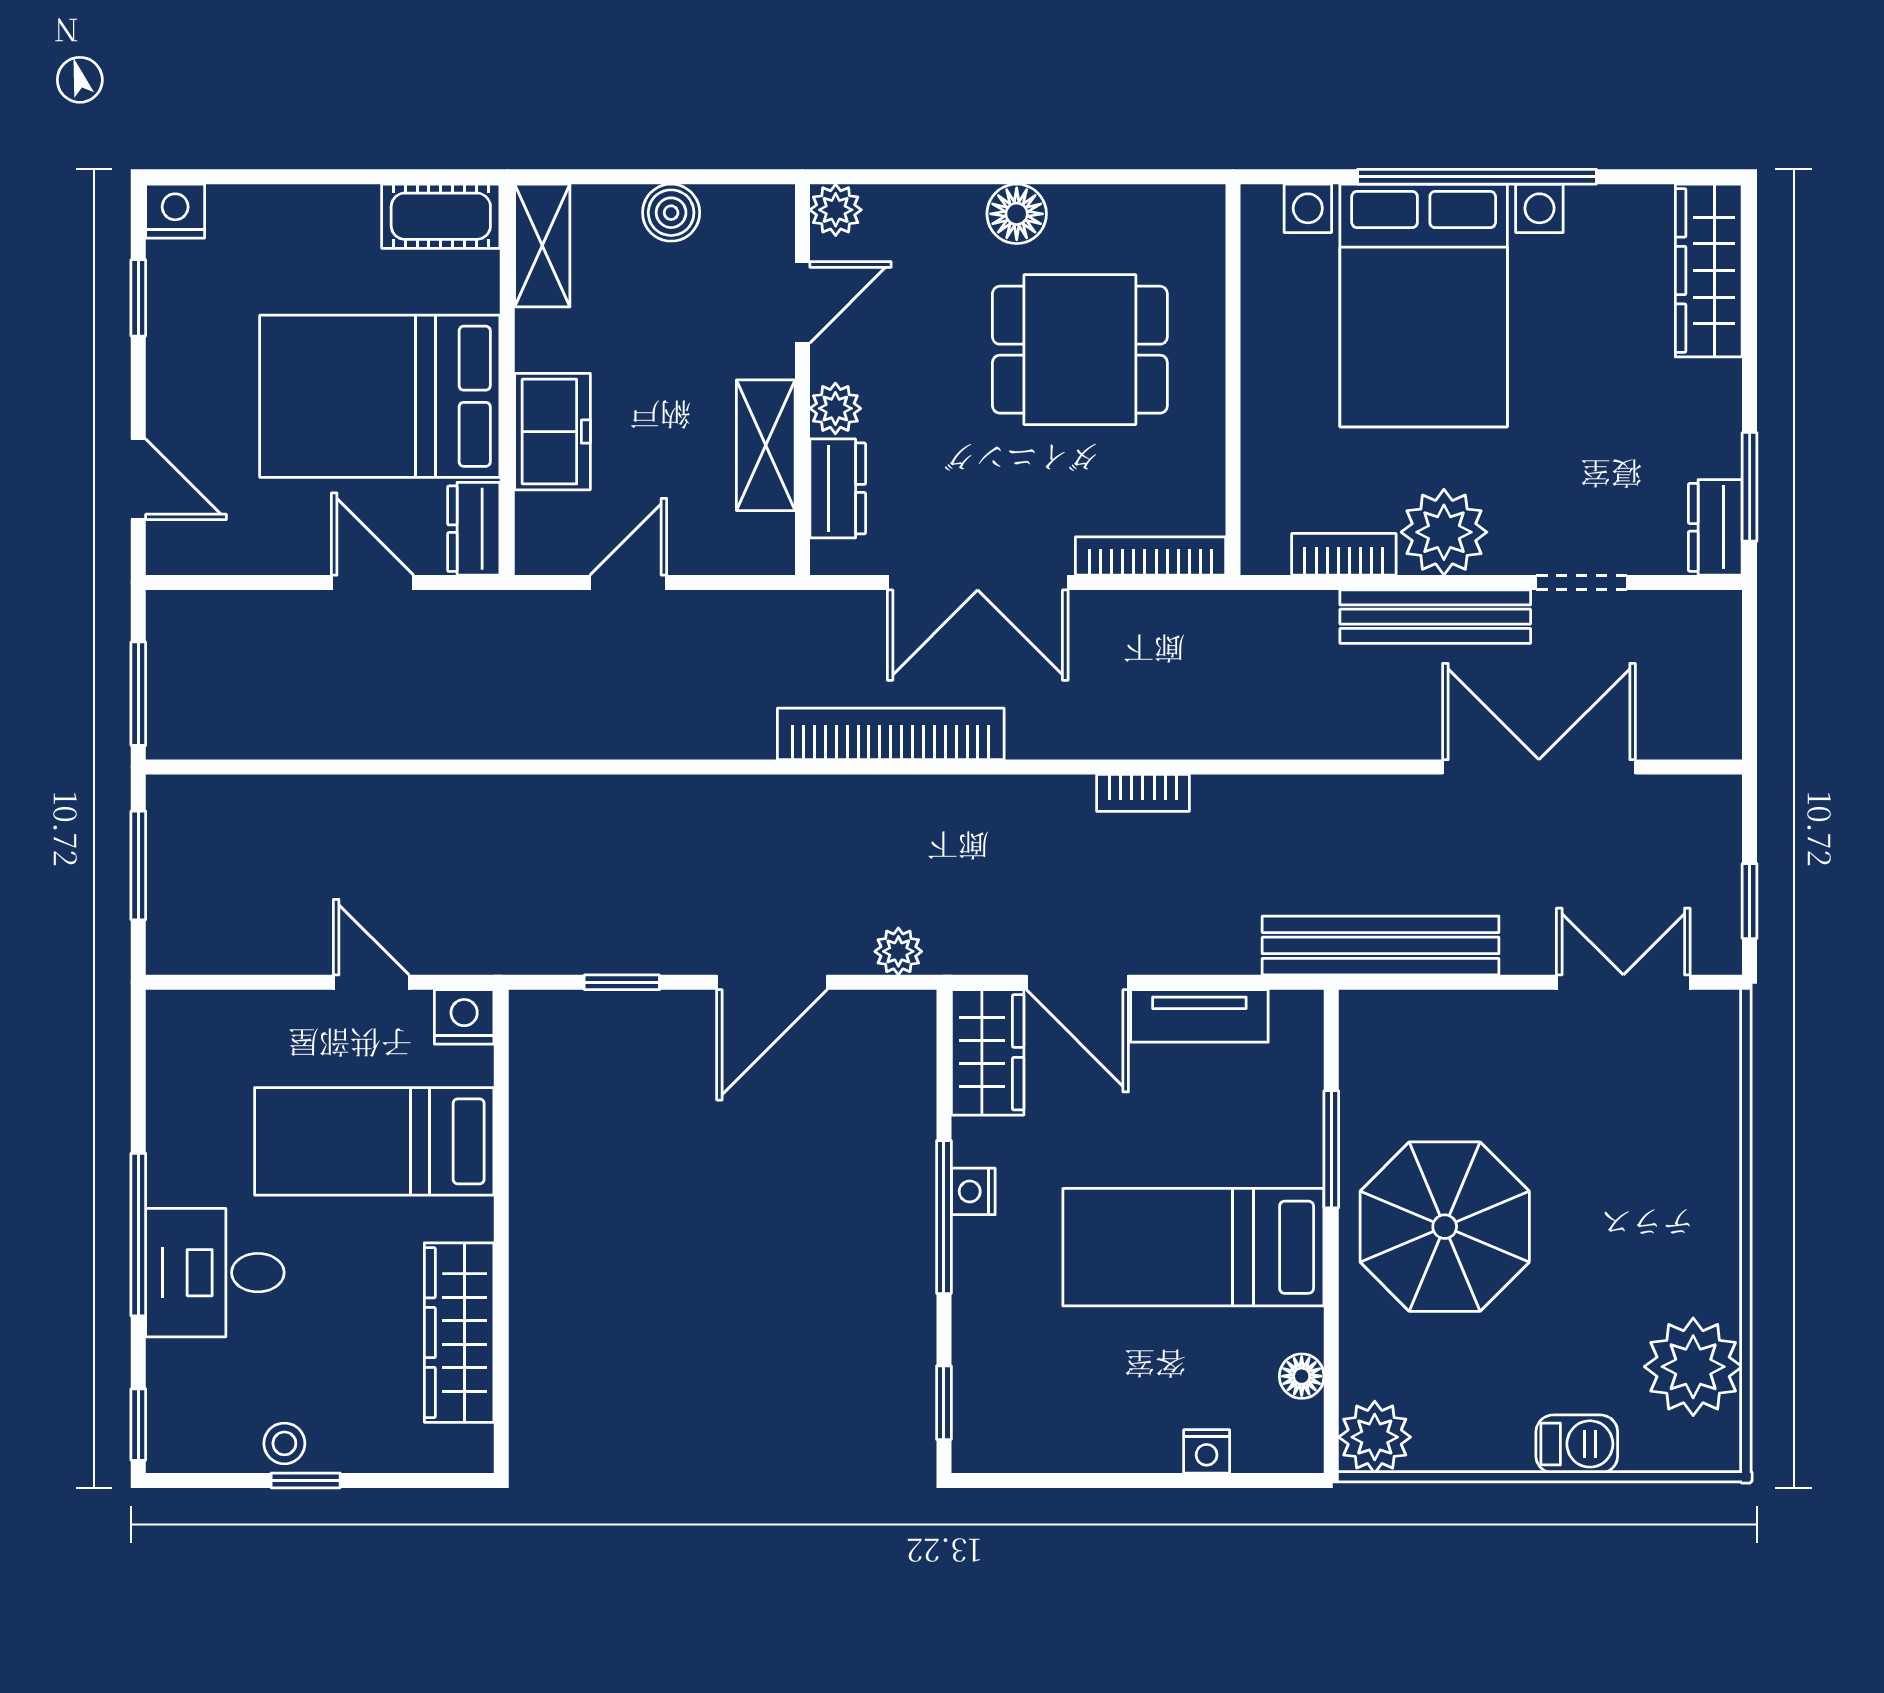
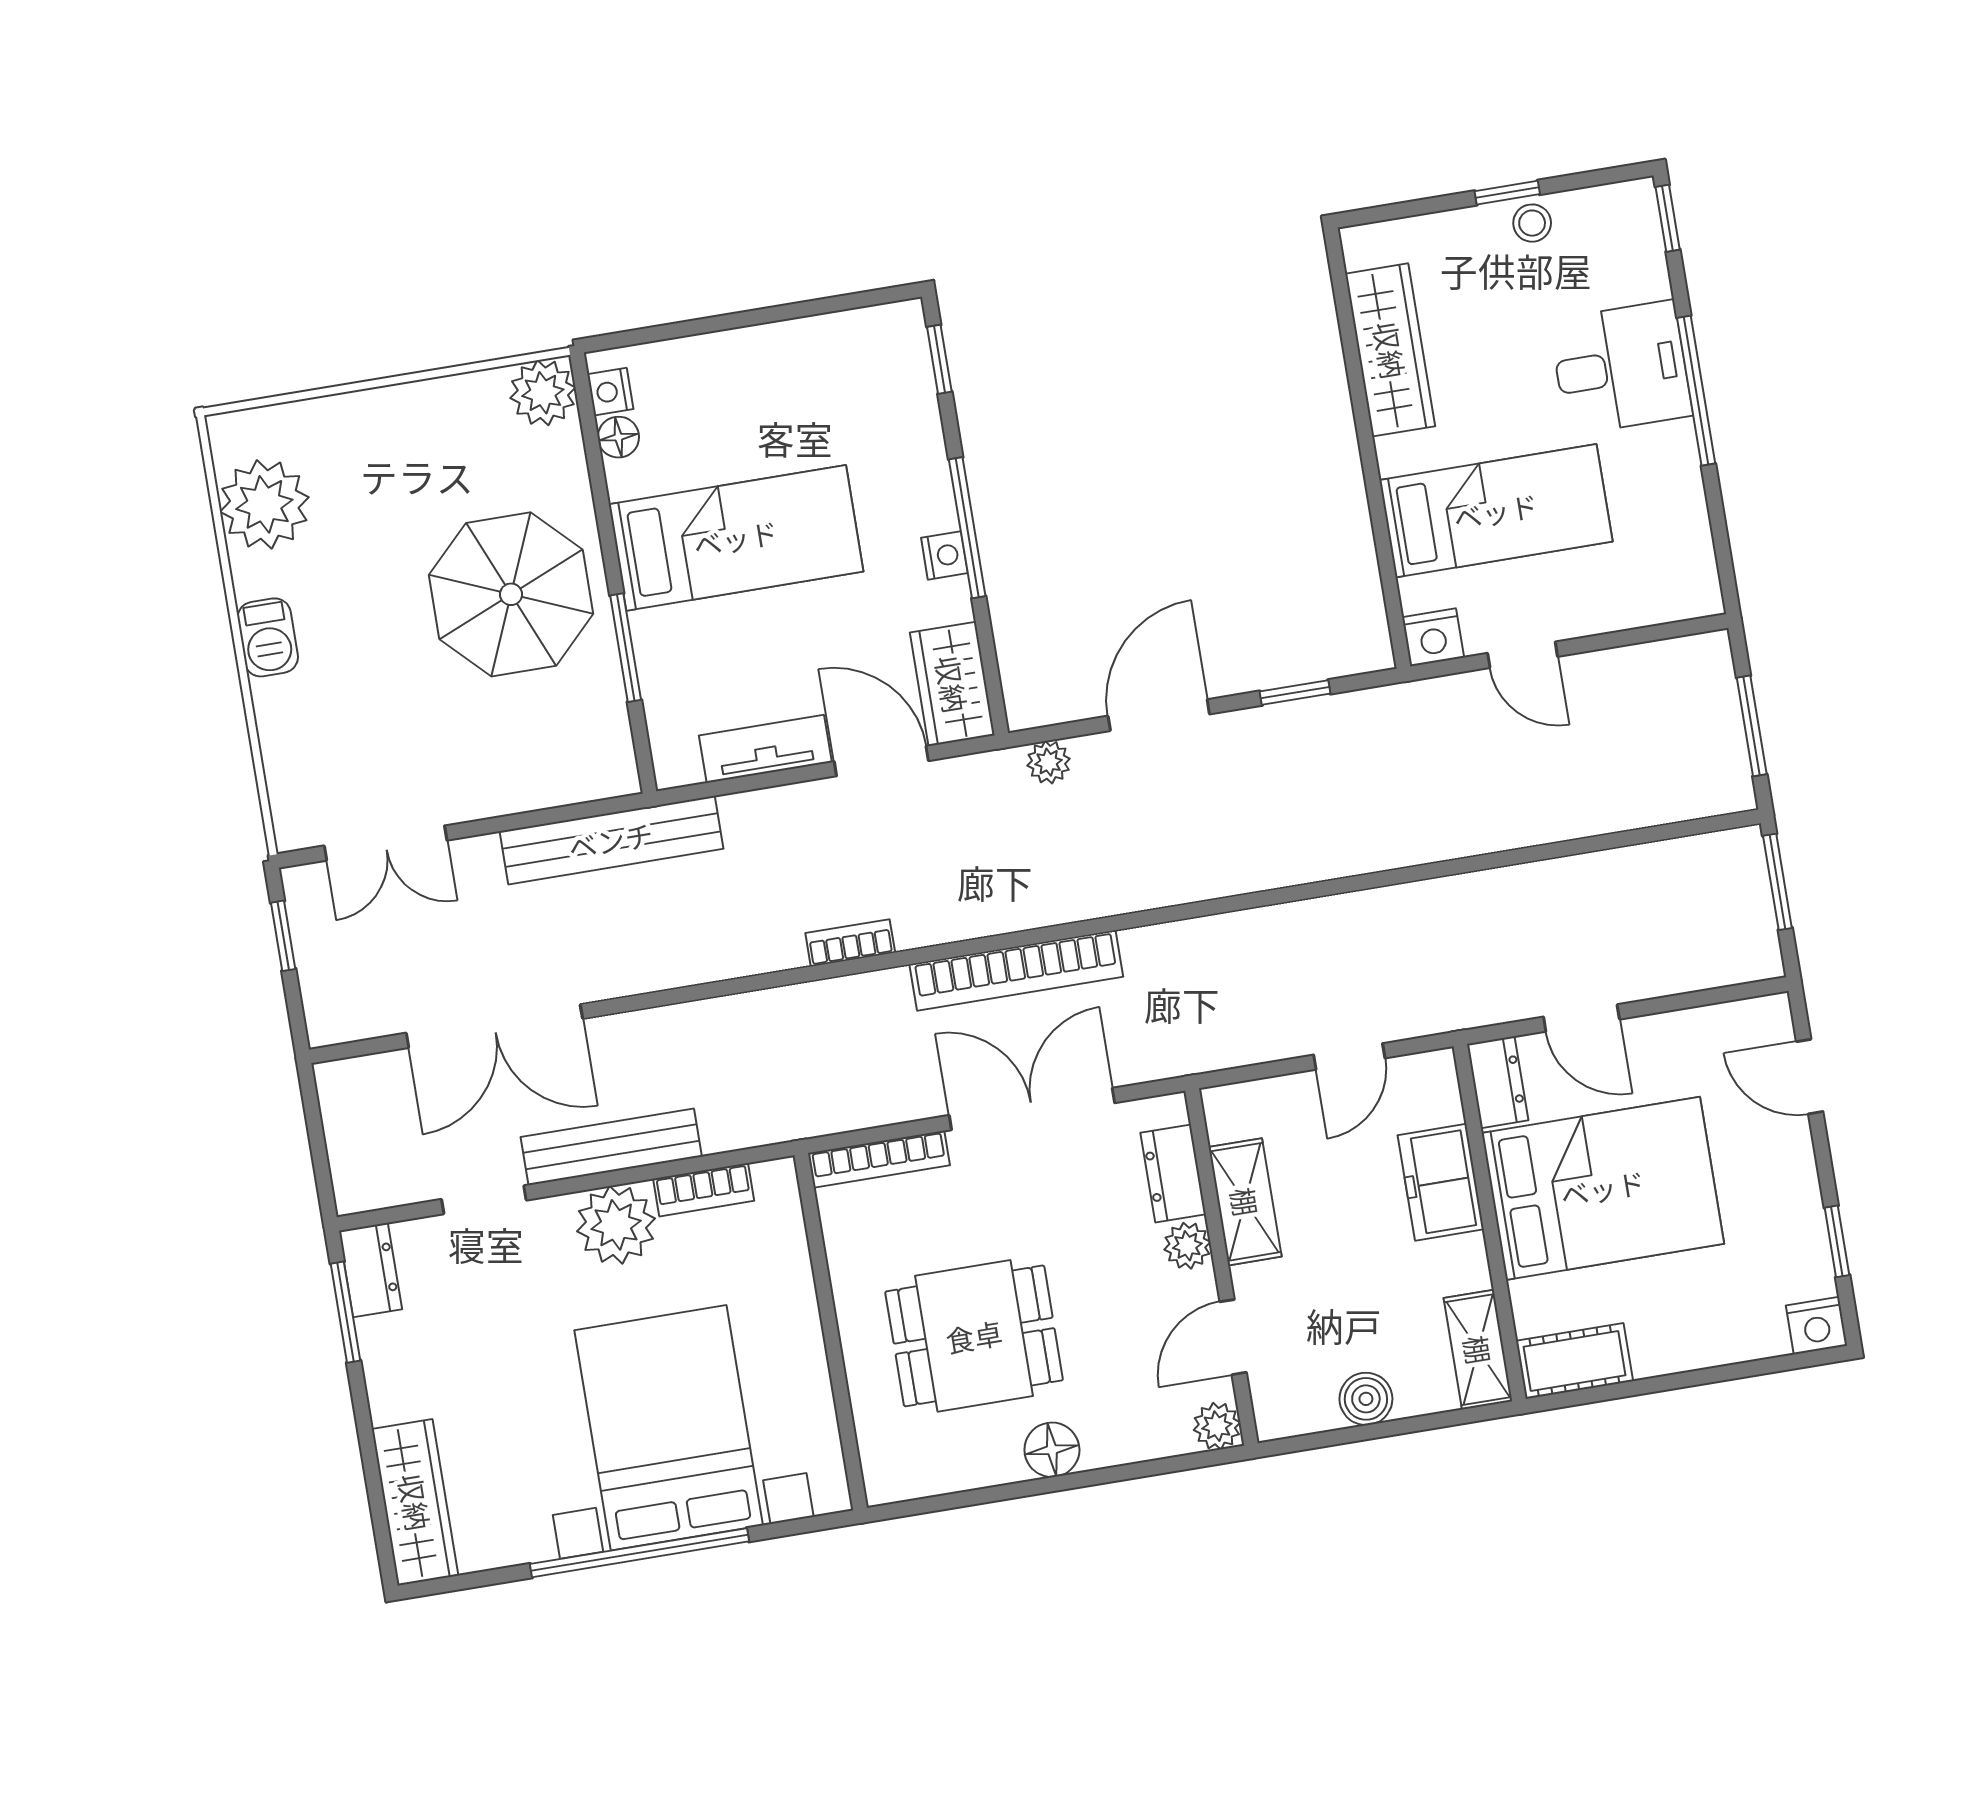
bookcase: (891, 734) -> (1016, 970), moved
barbecue: (1577, 1444) -> (268, 637), moved, turned -90
nightstand: (1207, 1451) -> (610, 392), moved, turned -90

